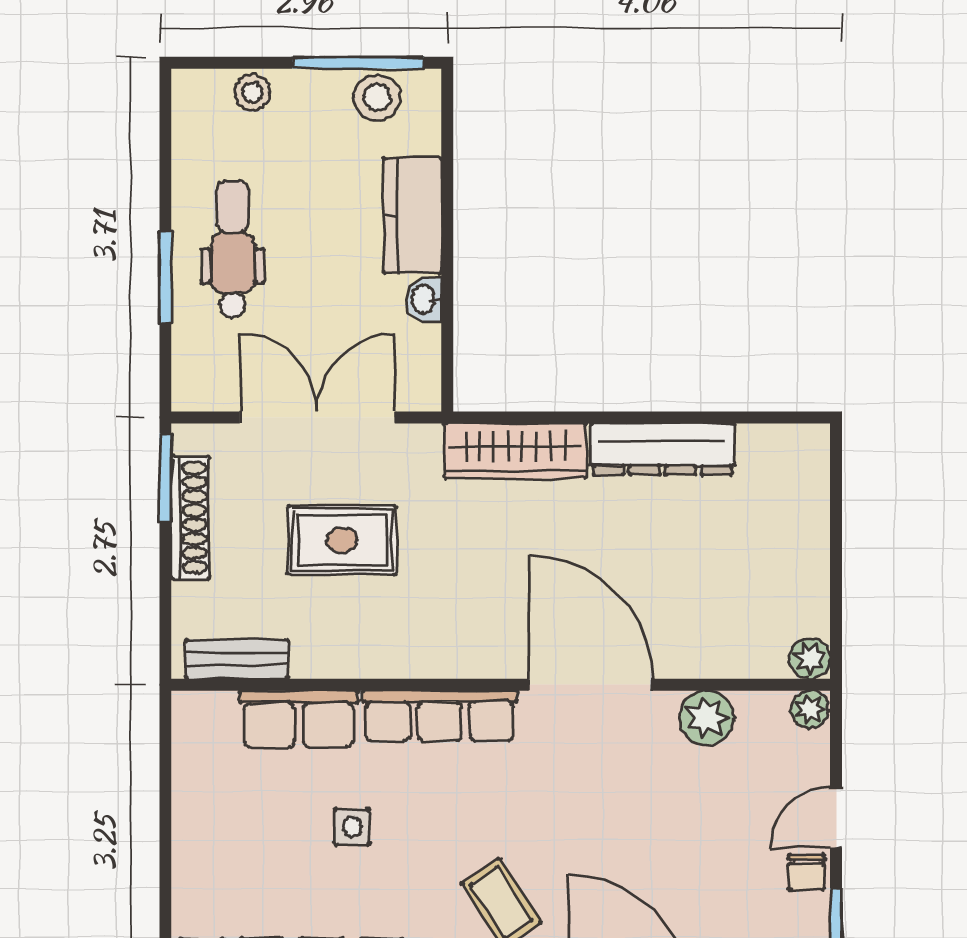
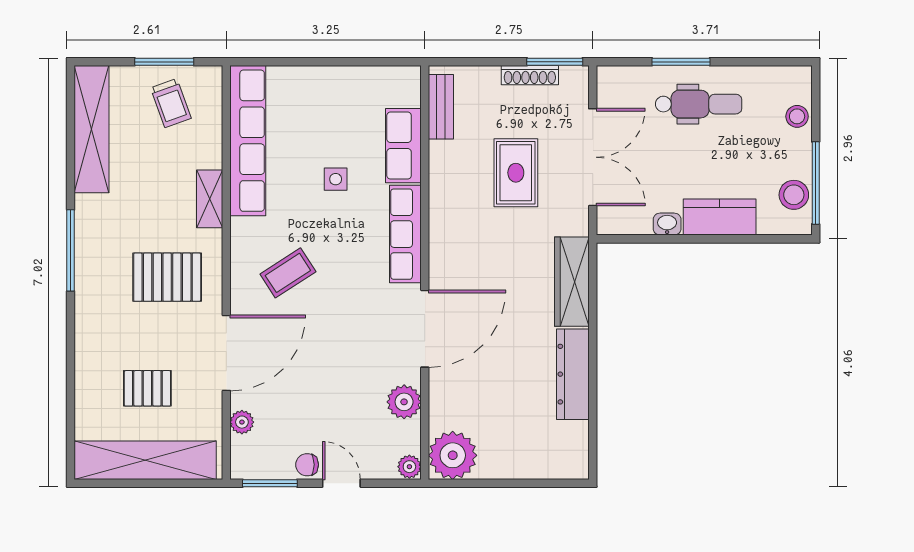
shoe rack: (190, 518) -> (530, 75), width x0.74, depth x0.81
plant: (810, 658) -> (453, 455), width x1.87, depth x1.87

